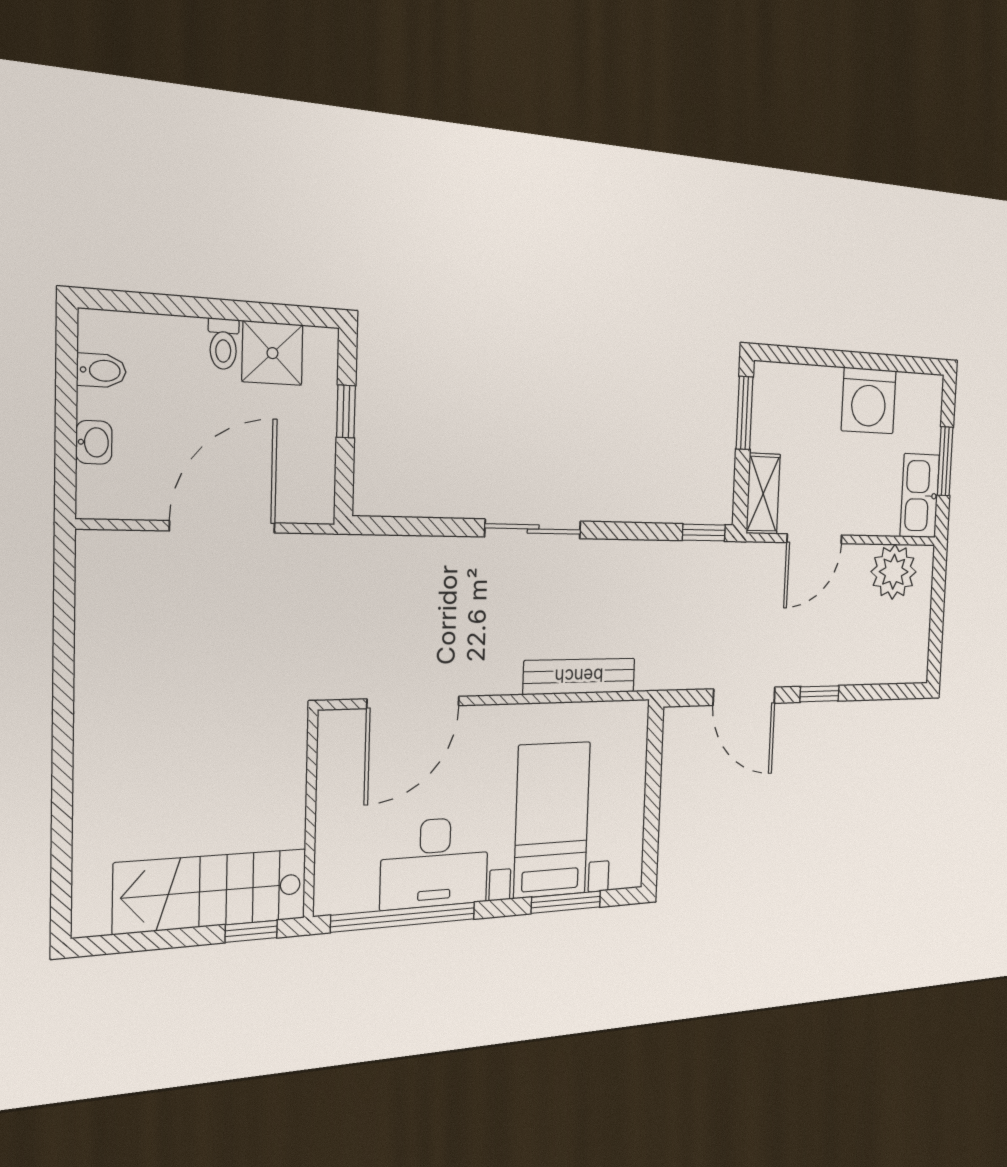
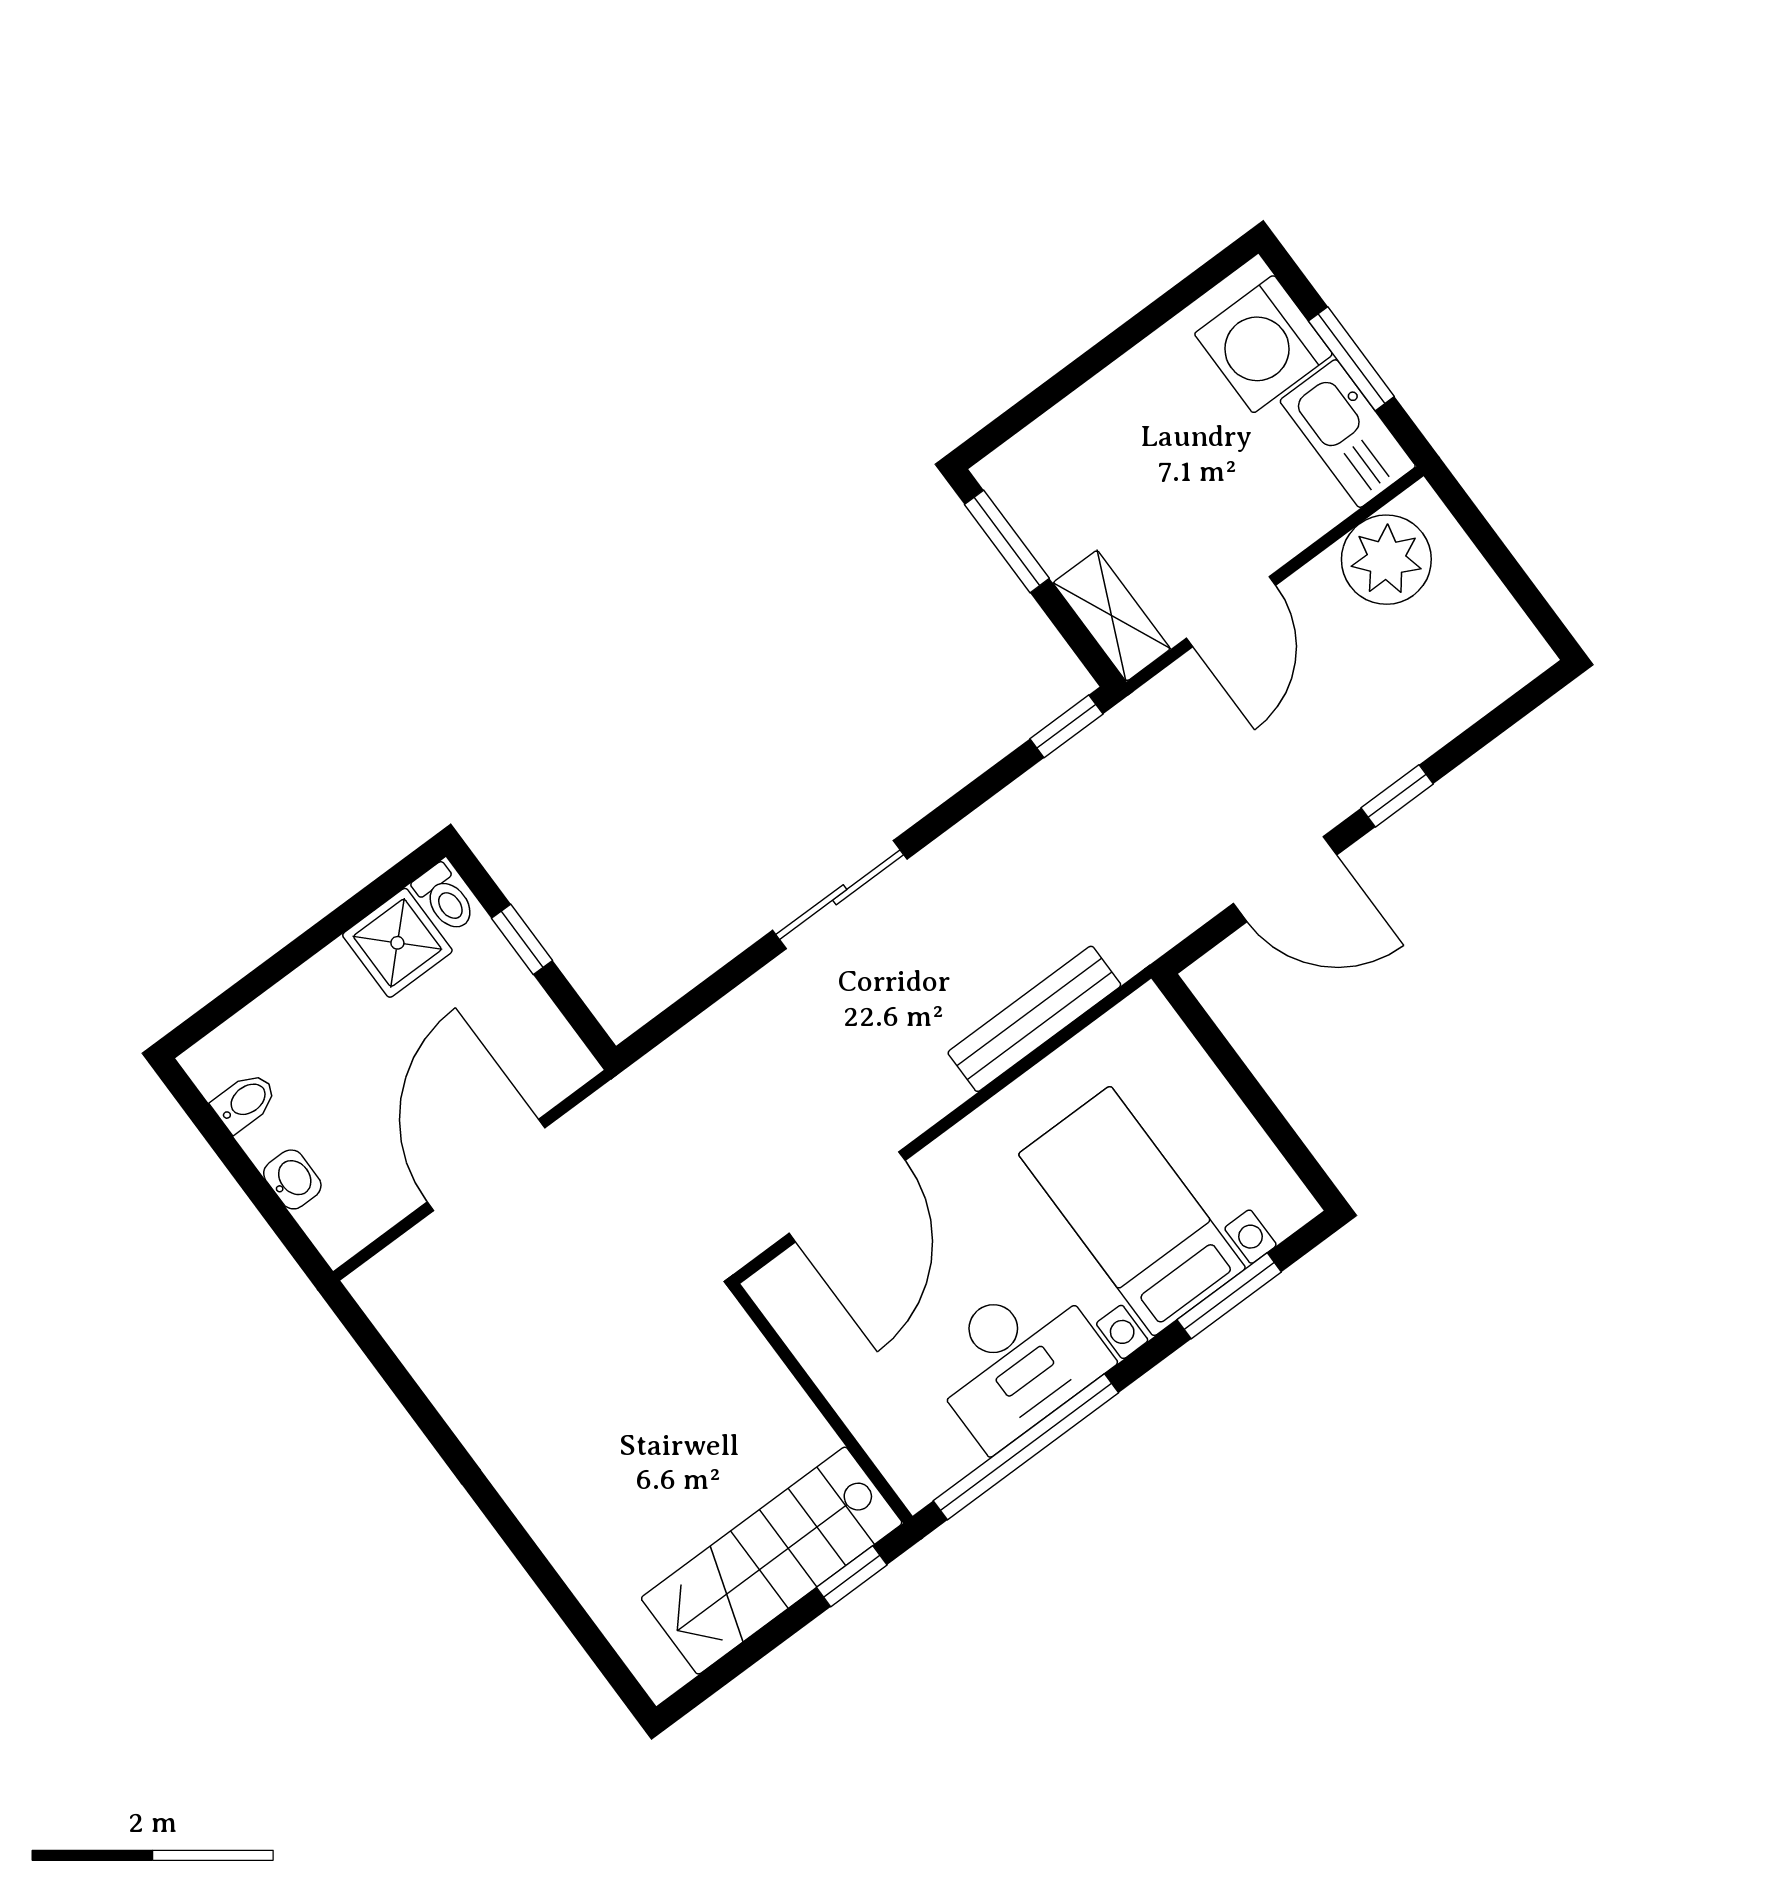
toilet: (223, 344) -> (445, 898), moved
washing machine: (869, 401) -> (1263, 344), moved, turned 90

